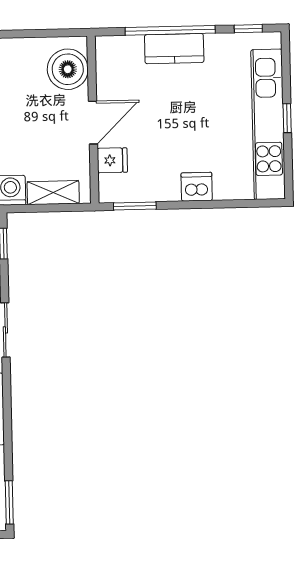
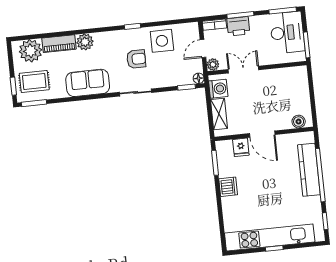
kitchen counter: (174, 49) -> (309, 170), width x1.50
boiler: (68, 69) -> (299, 122), width x0.54, depth x0.54
dishwasher: (197, 187) -> (228, 187), moved

